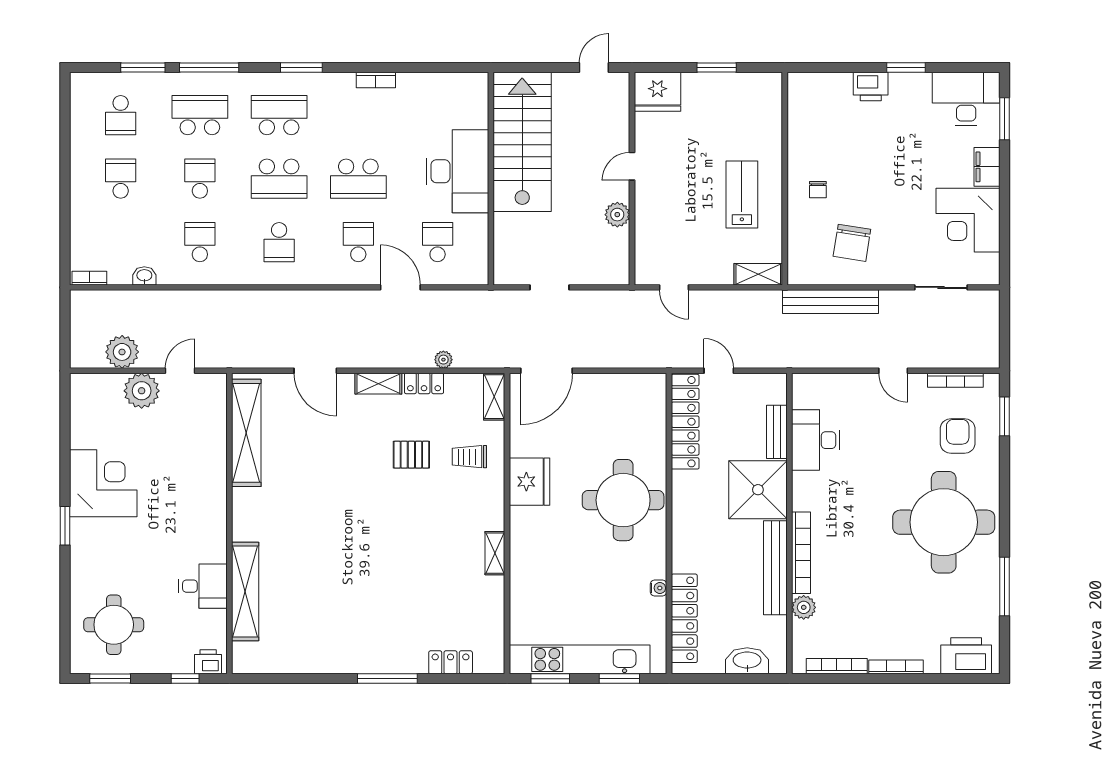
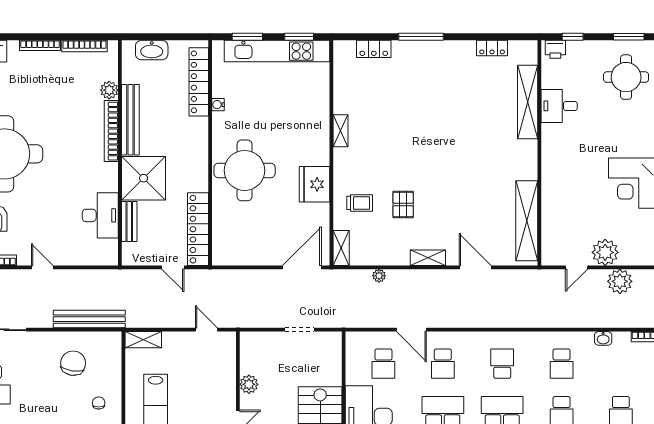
locker: (424, 383) -> (492, 48), moved, turned 180
pallet: (411, 455) -> (403, 204), turned 90

